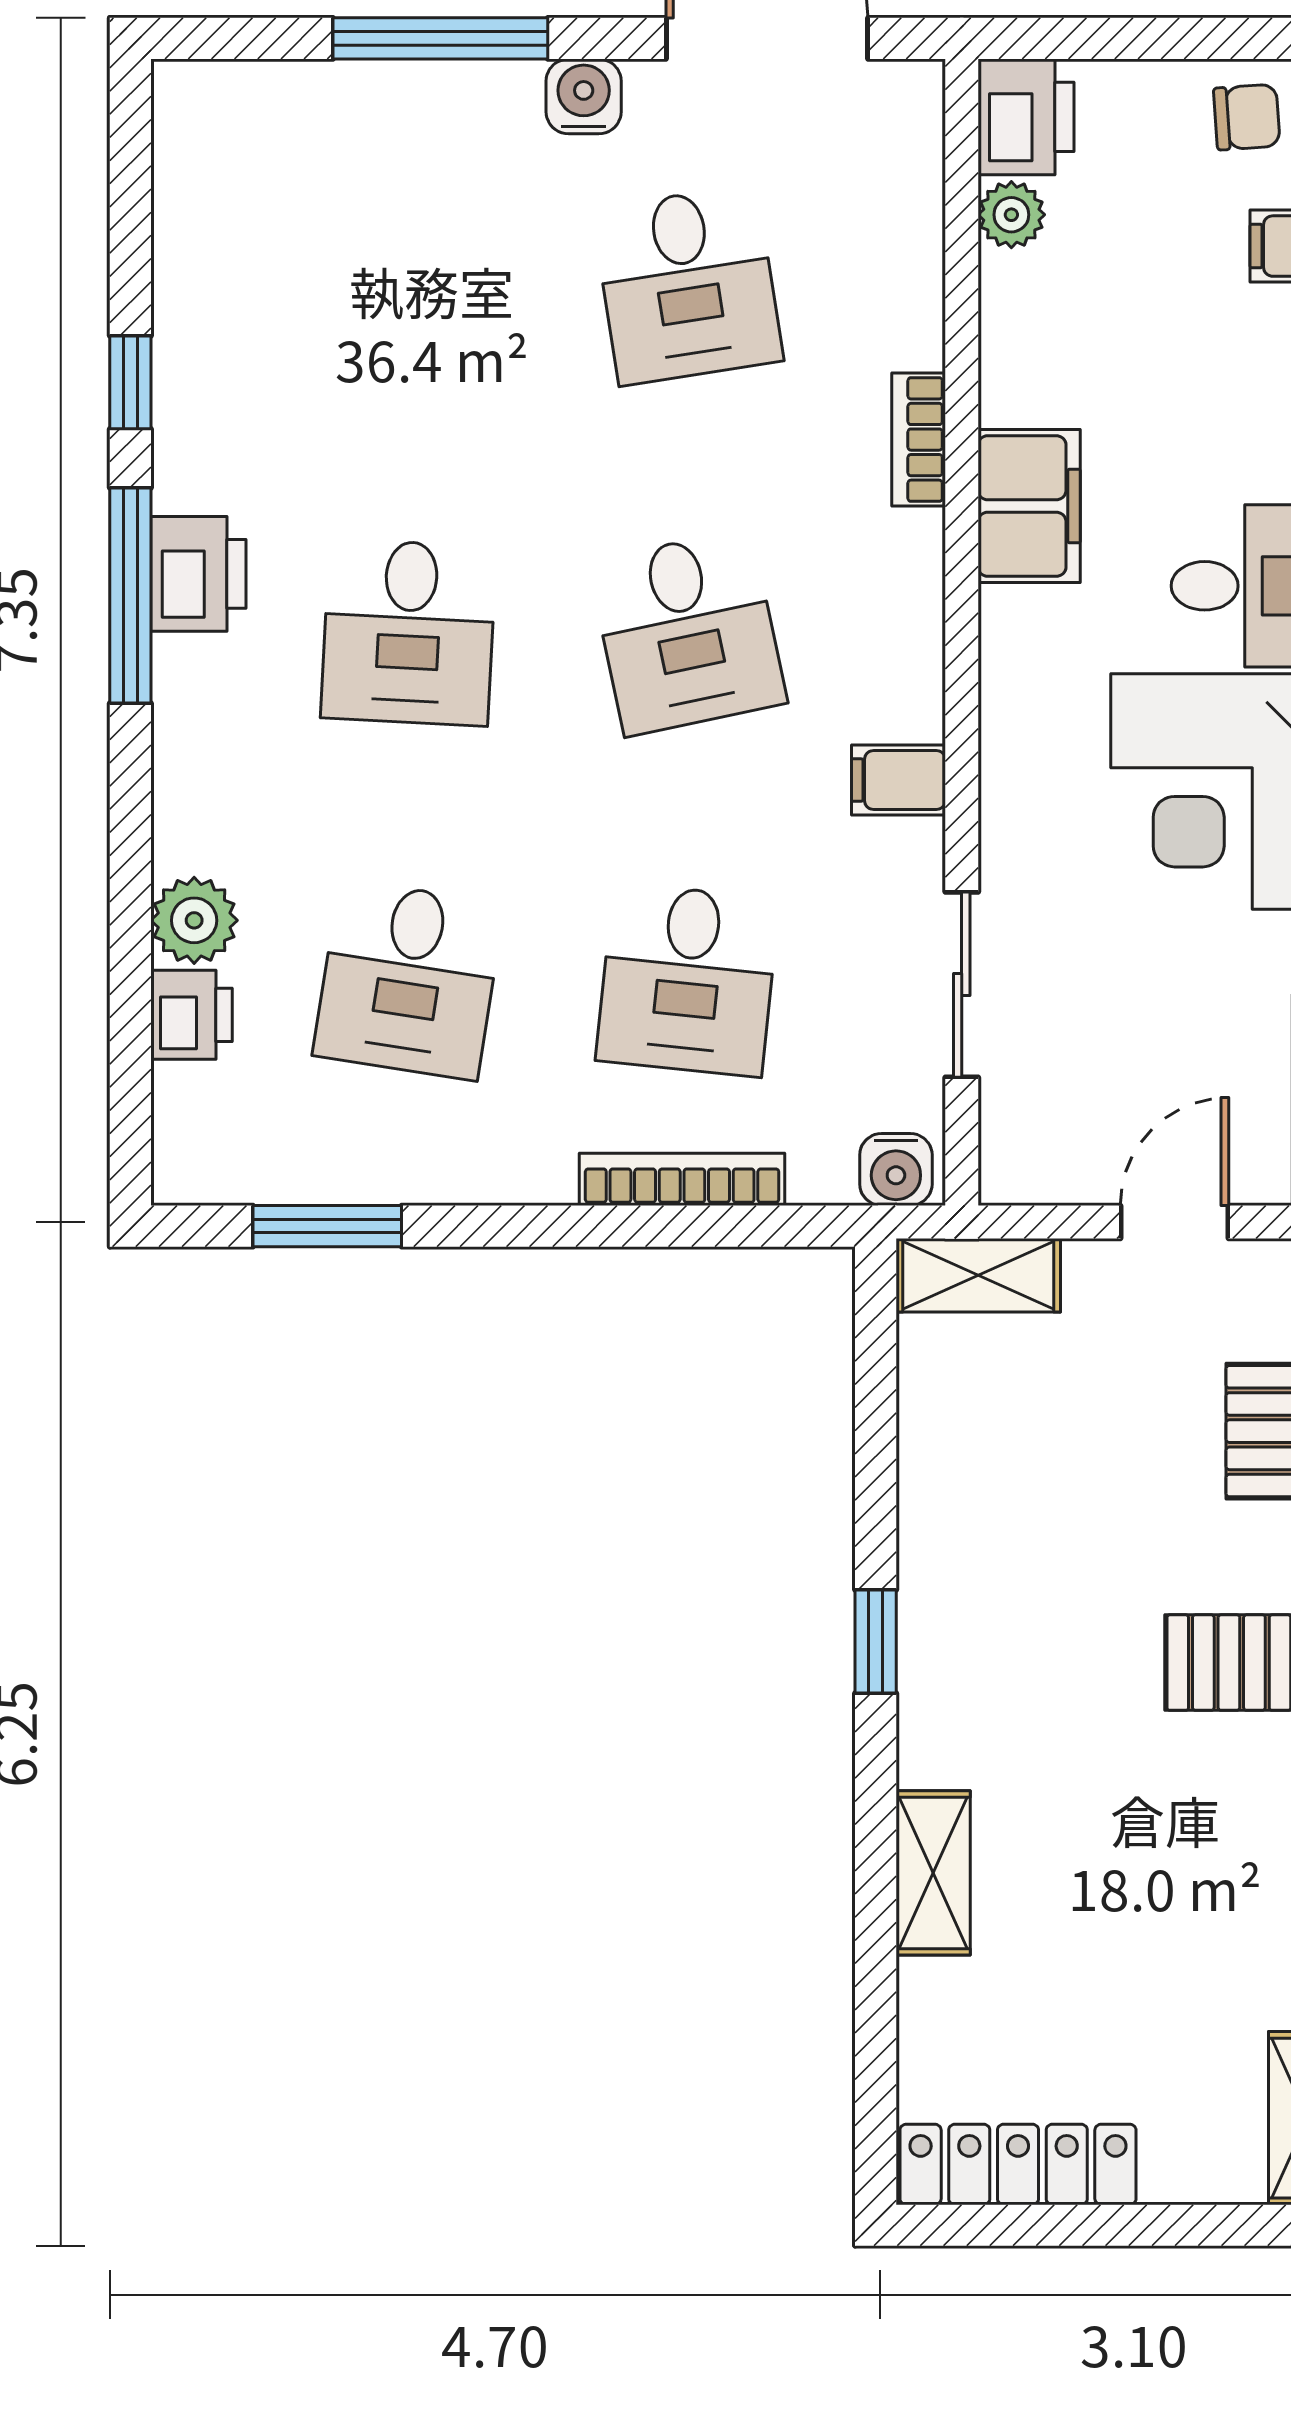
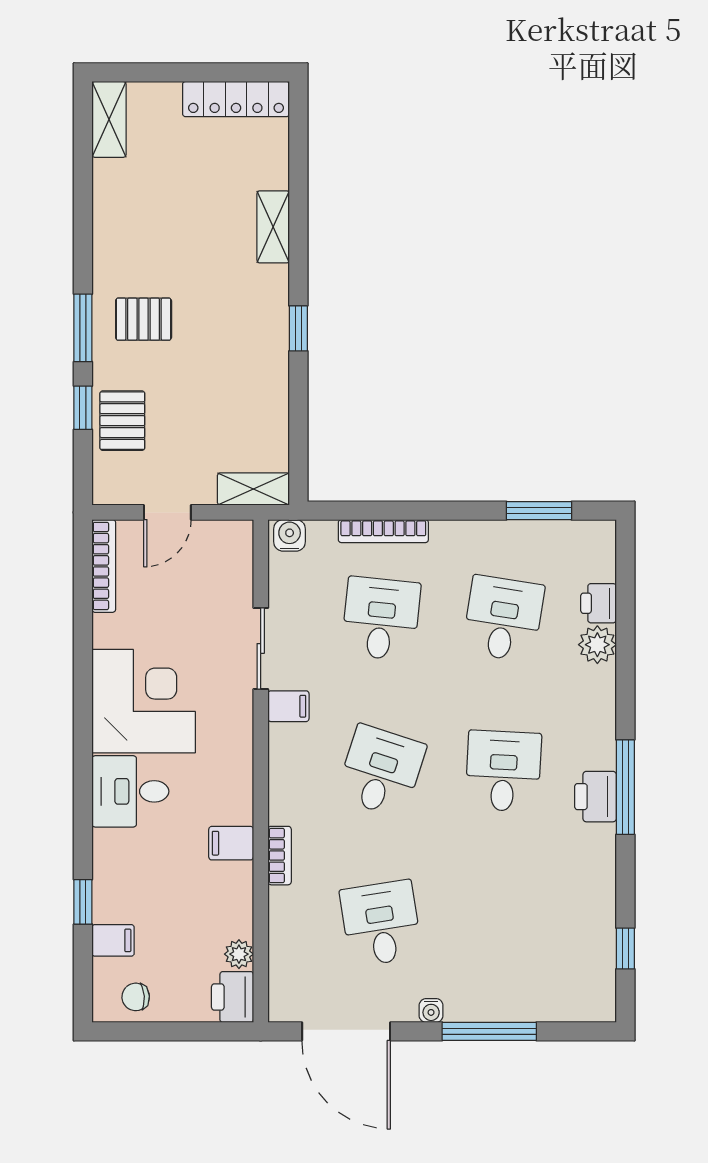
water cooler: (584, 96) -> (431, 1011), width x0.72, depth x0.72
window: (130, 382) -> (625, 948), moved
filing cabinet: (1029, 506) -> (231, 843), width x0.50
desk: (688, 632) -> (381, 771), turned 30
sliding door: (962, 985) -> (261, 648), moved

